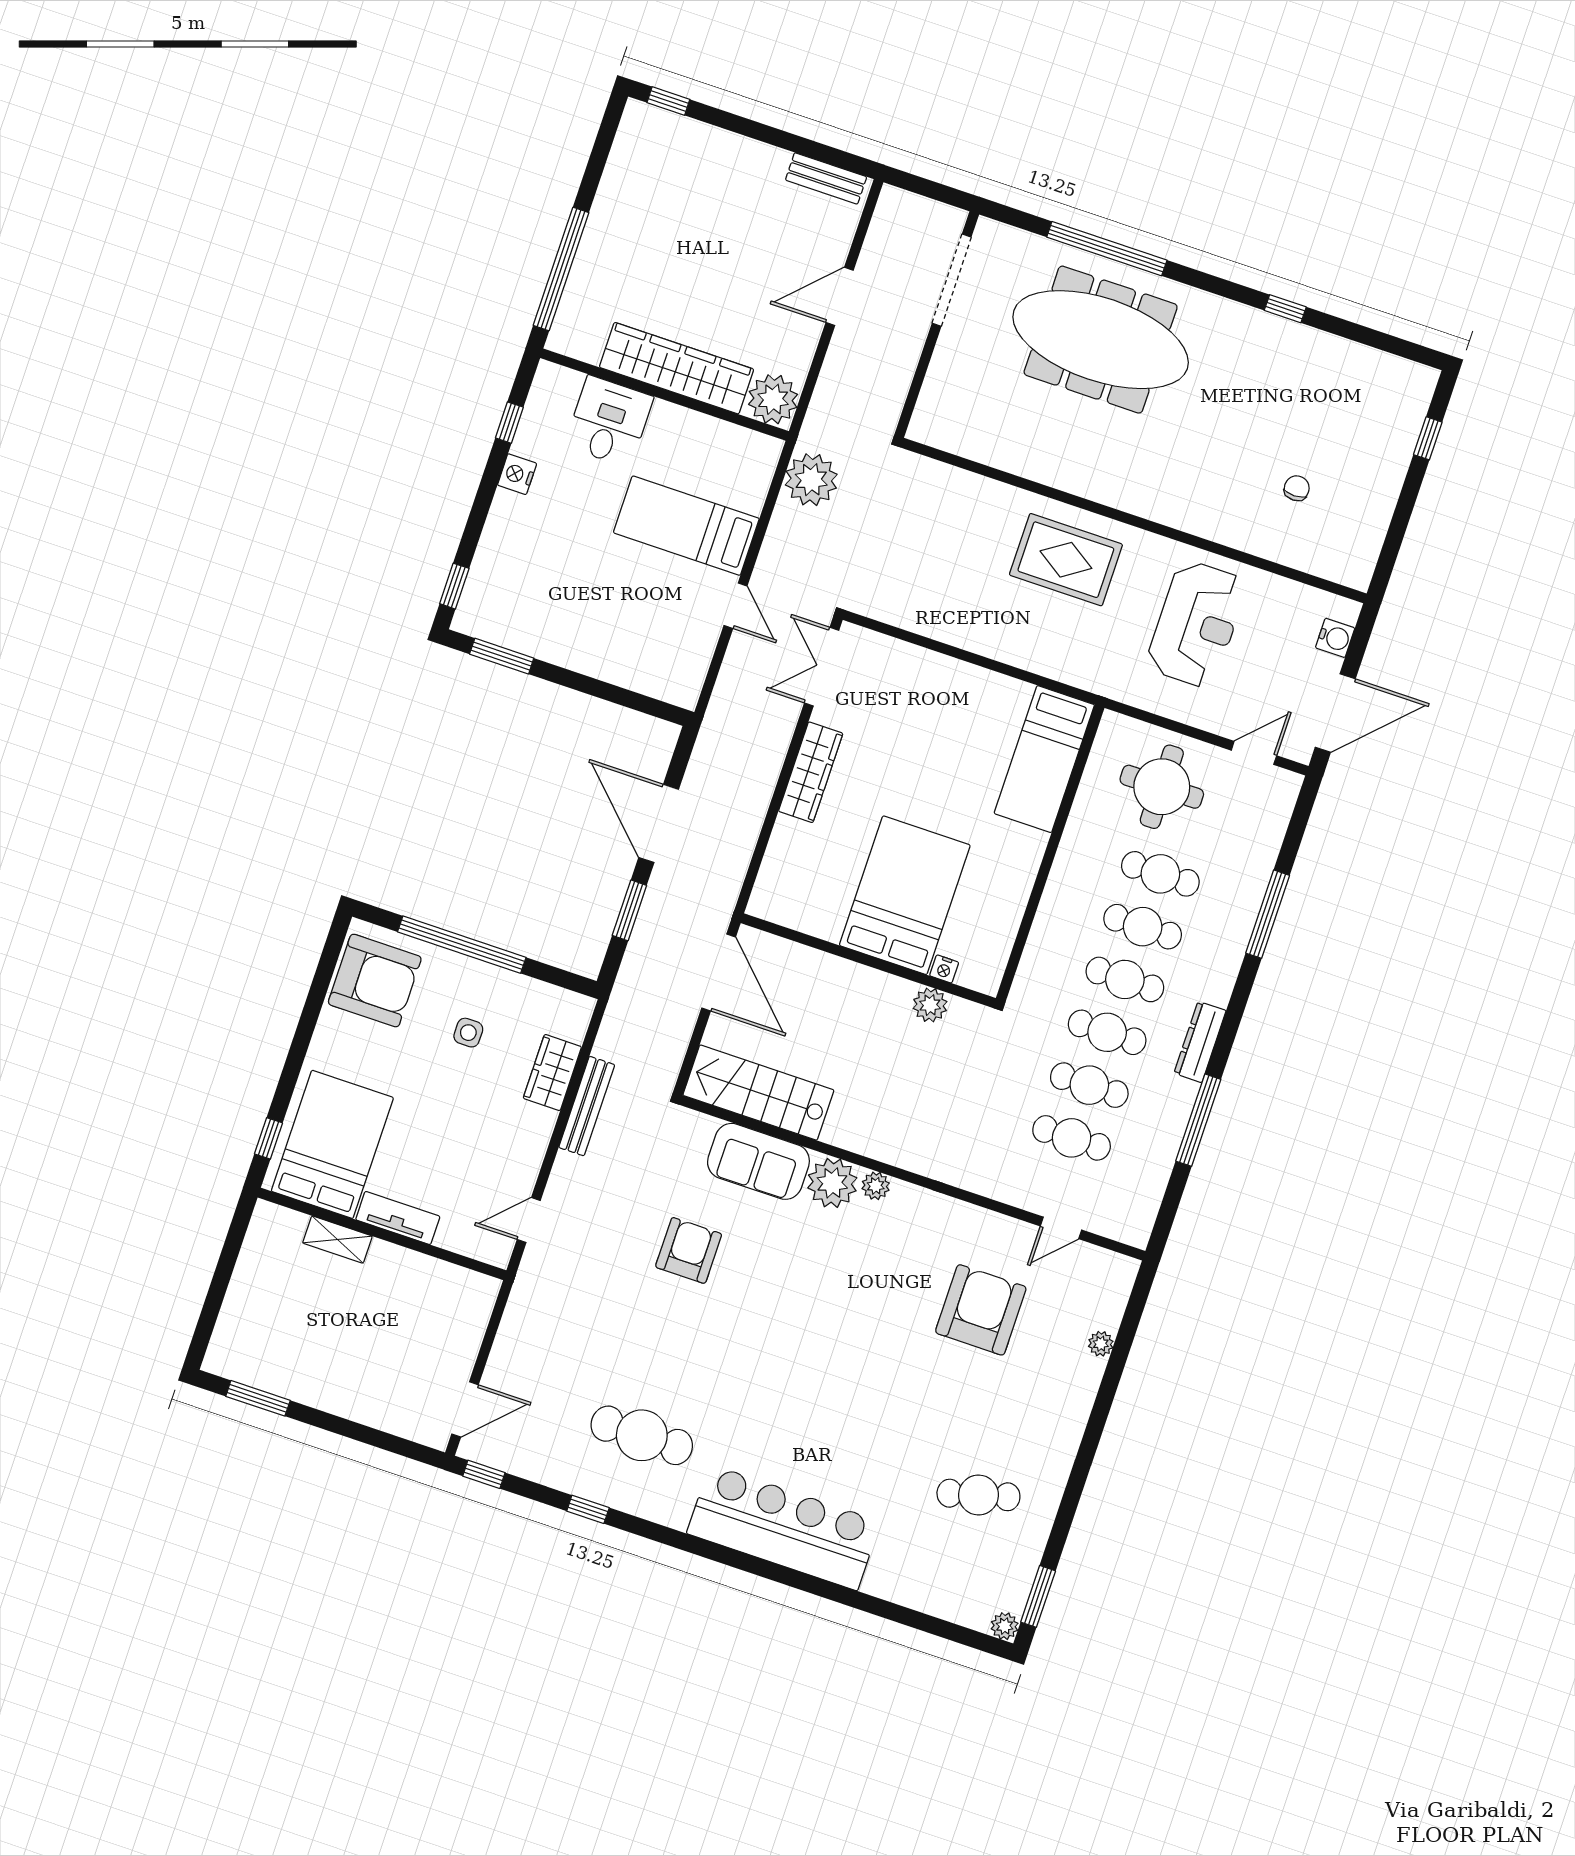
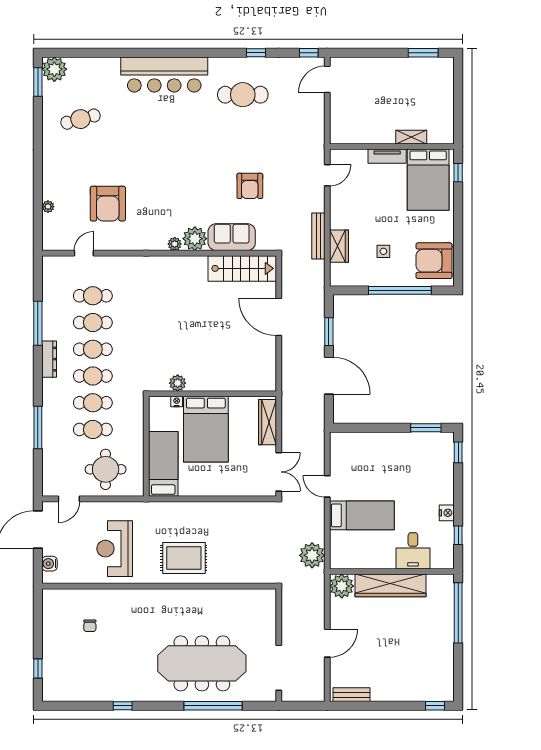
bed: (905, 895) -> (206, 429), moved
wall: (868, 961) -> (212, 394), moved
nightstand: (944, 969) -> (177, 402), moved
plant: (930, 1005) -> (178, 383), moved
plant: (1005, 1626) -> (54, 69), width x1.87, depth x1.87

